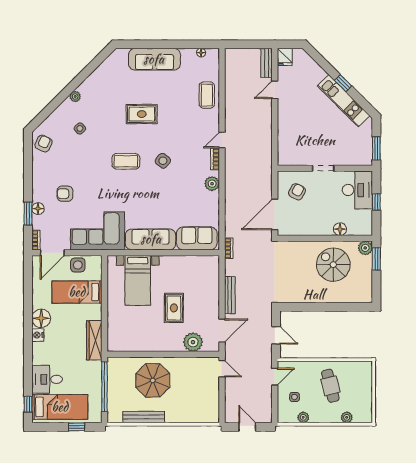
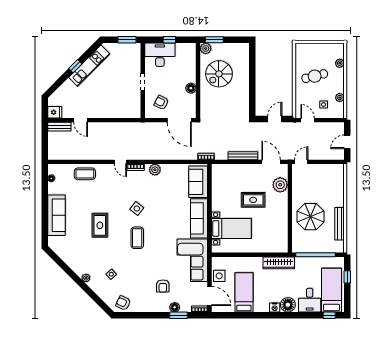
floor lamp: (340, 229) -> (191, 88), moved
bed: (77, 292) -> (244, 292), moved, turned 180
floor lamp: (41, 318) -> (288, 305), moved

